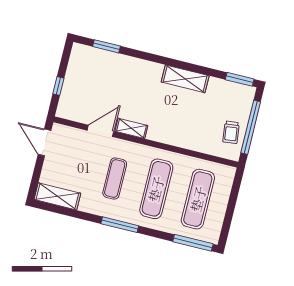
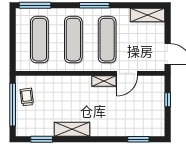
window: (240, 79) -> (42, 139), moved
exercise mat: (115, 178) -> (107, 40), width x1.36, depth x1.45

